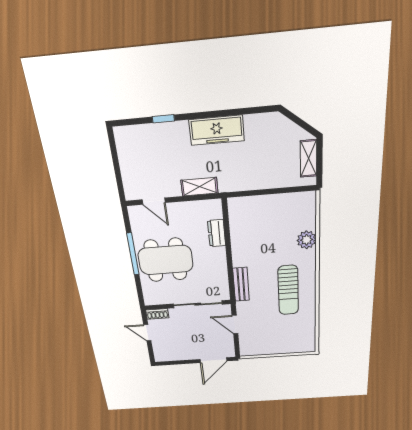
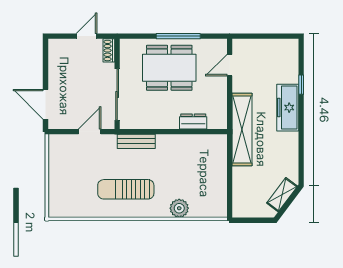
freezer: (217, 130) -> (288, 108), moved
shelving: (309, 159) -> (282, 195), moved, turned -53
shelving: (199, 187) -> (242, 129), width x2.20, depth x1.33
dining table: (166, 260) -> (169, 68), turned 90

